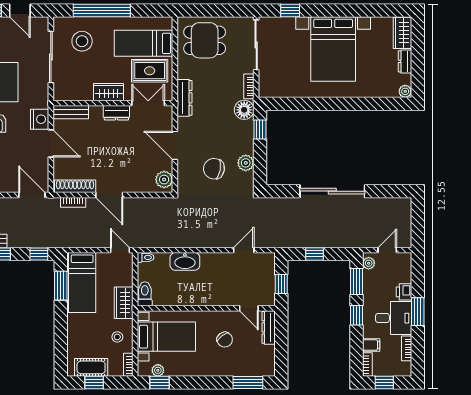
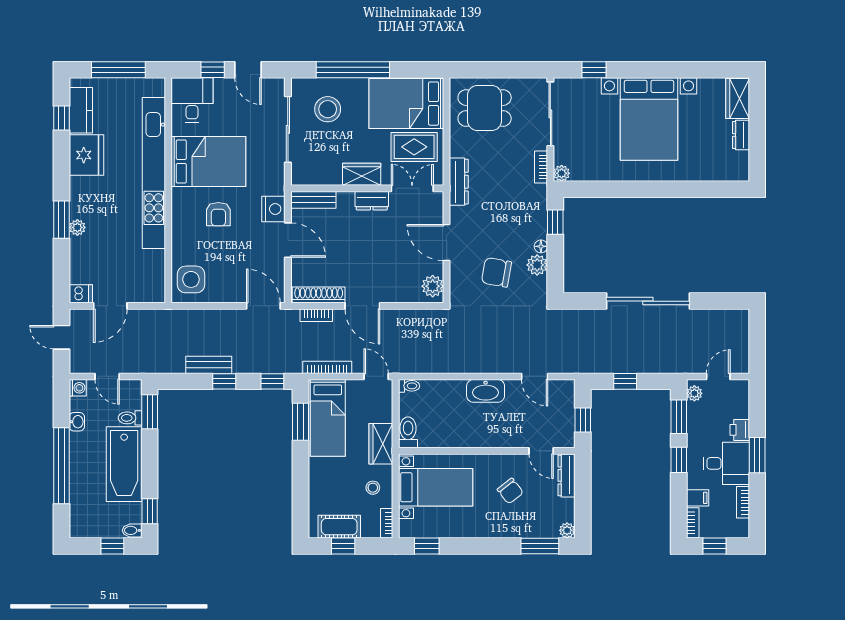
bed: (144, 43) -> (406, 104), width x1.50
plant: (405, 91) -> (562, 173), moved
floor lamp: (244, 110) -> (541, 246), moved, width x0.53, depth x0.53
bookcase: (82, 243) -> (327, 367), added
door: (244, 250) -> (535, 376), swing flipped
washbasin: (185, 261) -> (486, 391), moved
plant: (158, 370) -> (567, 530), moved

